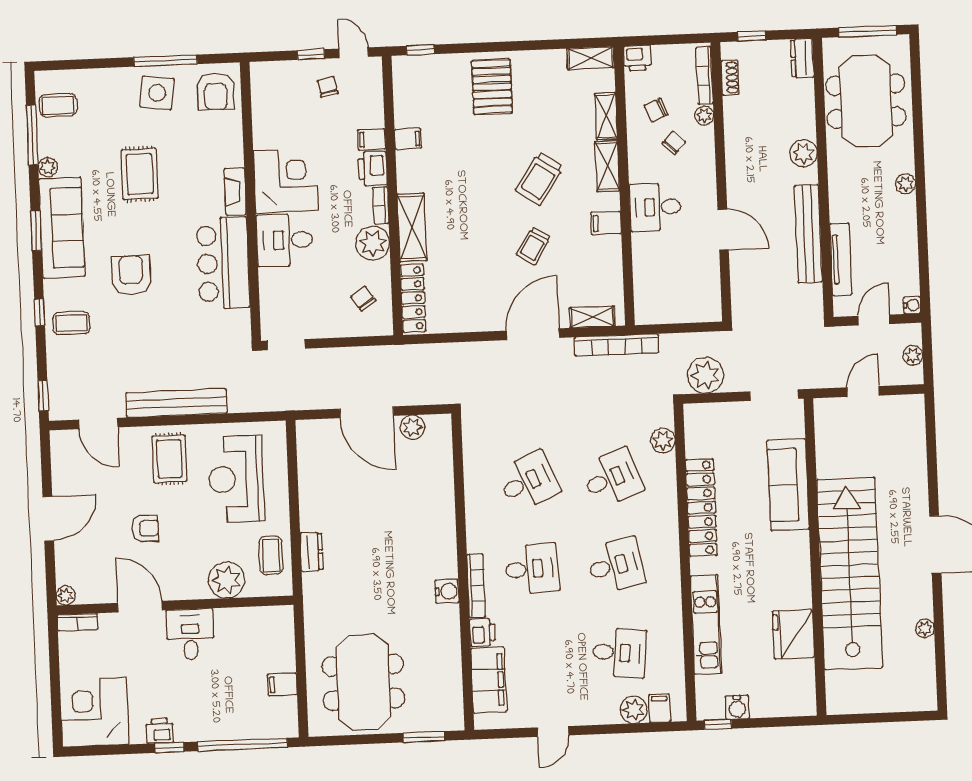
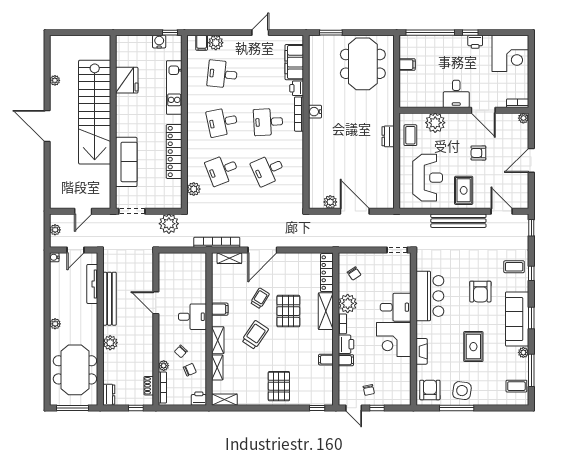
fireplace: (235, 192) -> (422, 351), moved
pallet: (480, 225) -> (288, 311), added

